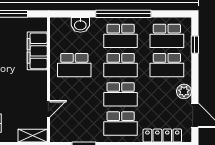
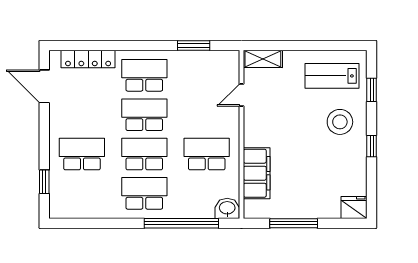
window: (123, 14) -> (181, 223), moved
washbasin: (80, 25) -> (227, 208), moved
school desk: (167, 36) -> (82, 193), removed
plant: (184, 91) -> (59, 119), removed

